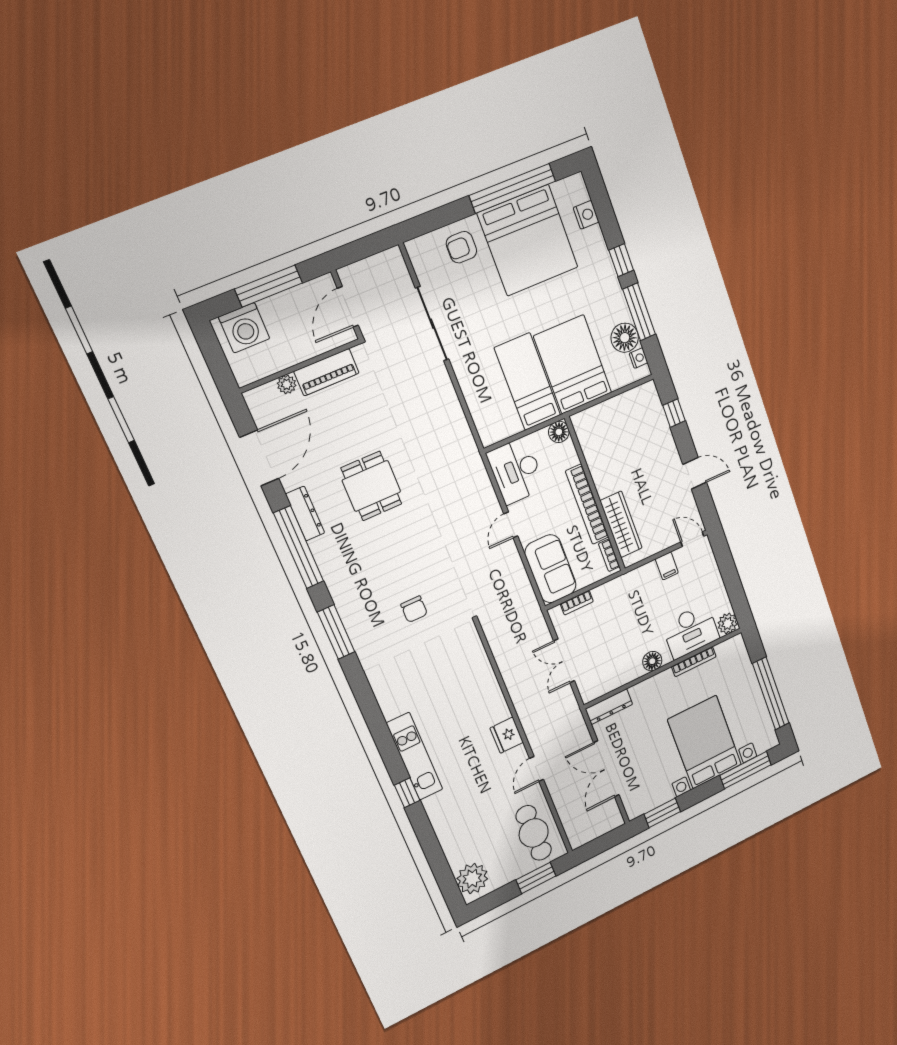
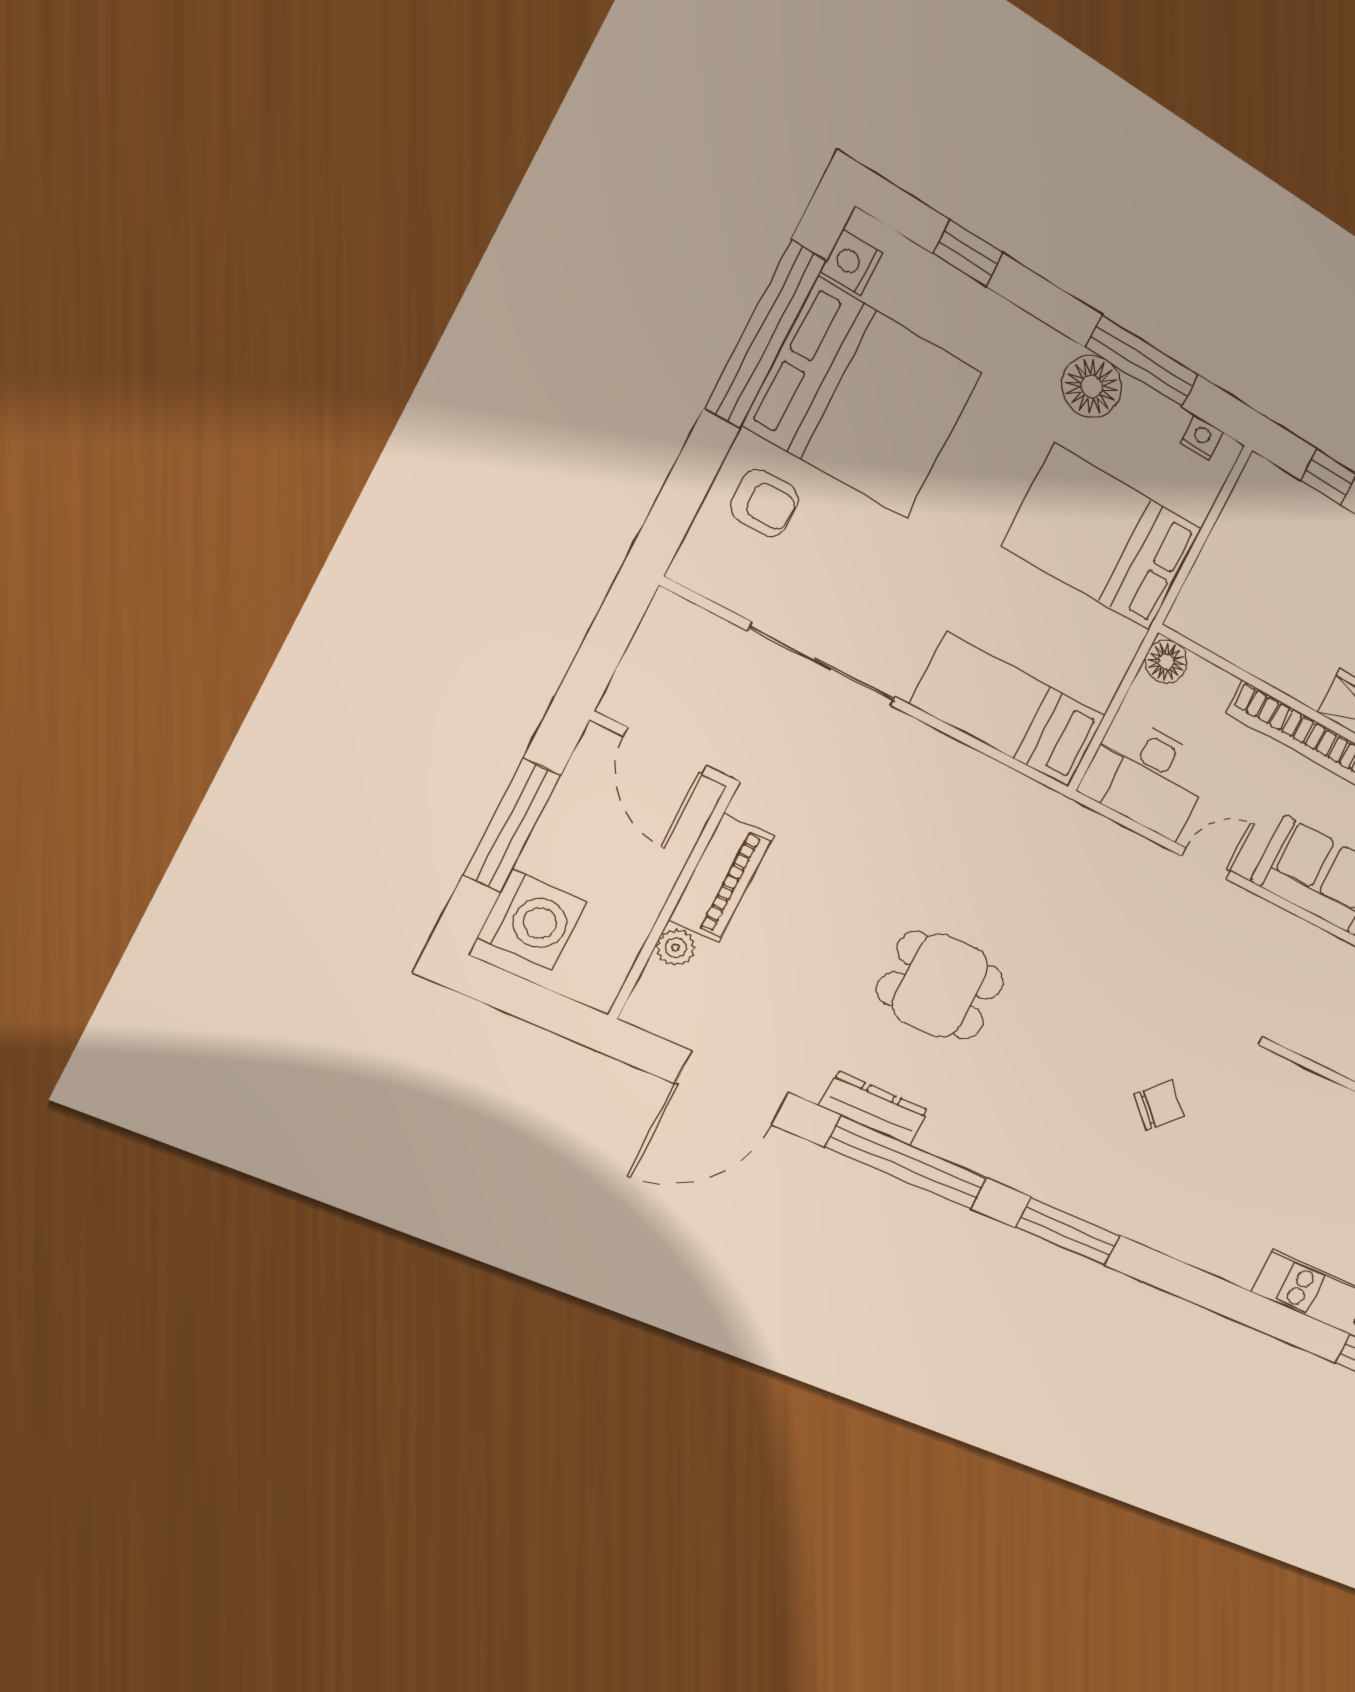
nightstand: (586, 215) -> (852, 263), moved, turned -90
armchair: (461, 247) -> (764, 503), turned -90
window: (621, 260) -> (968, 253), moved
floor lamp: (625, 338) -> (1092, 387), moved
bed: (528, 382) -> (1008, 710), moved
door: (259, 458) -> (732, 1088), swing flipped
door: (511, 525) -> (1206, 864), swing flipped
chair: (414, 609) -> (1159, 1105), turned -45

